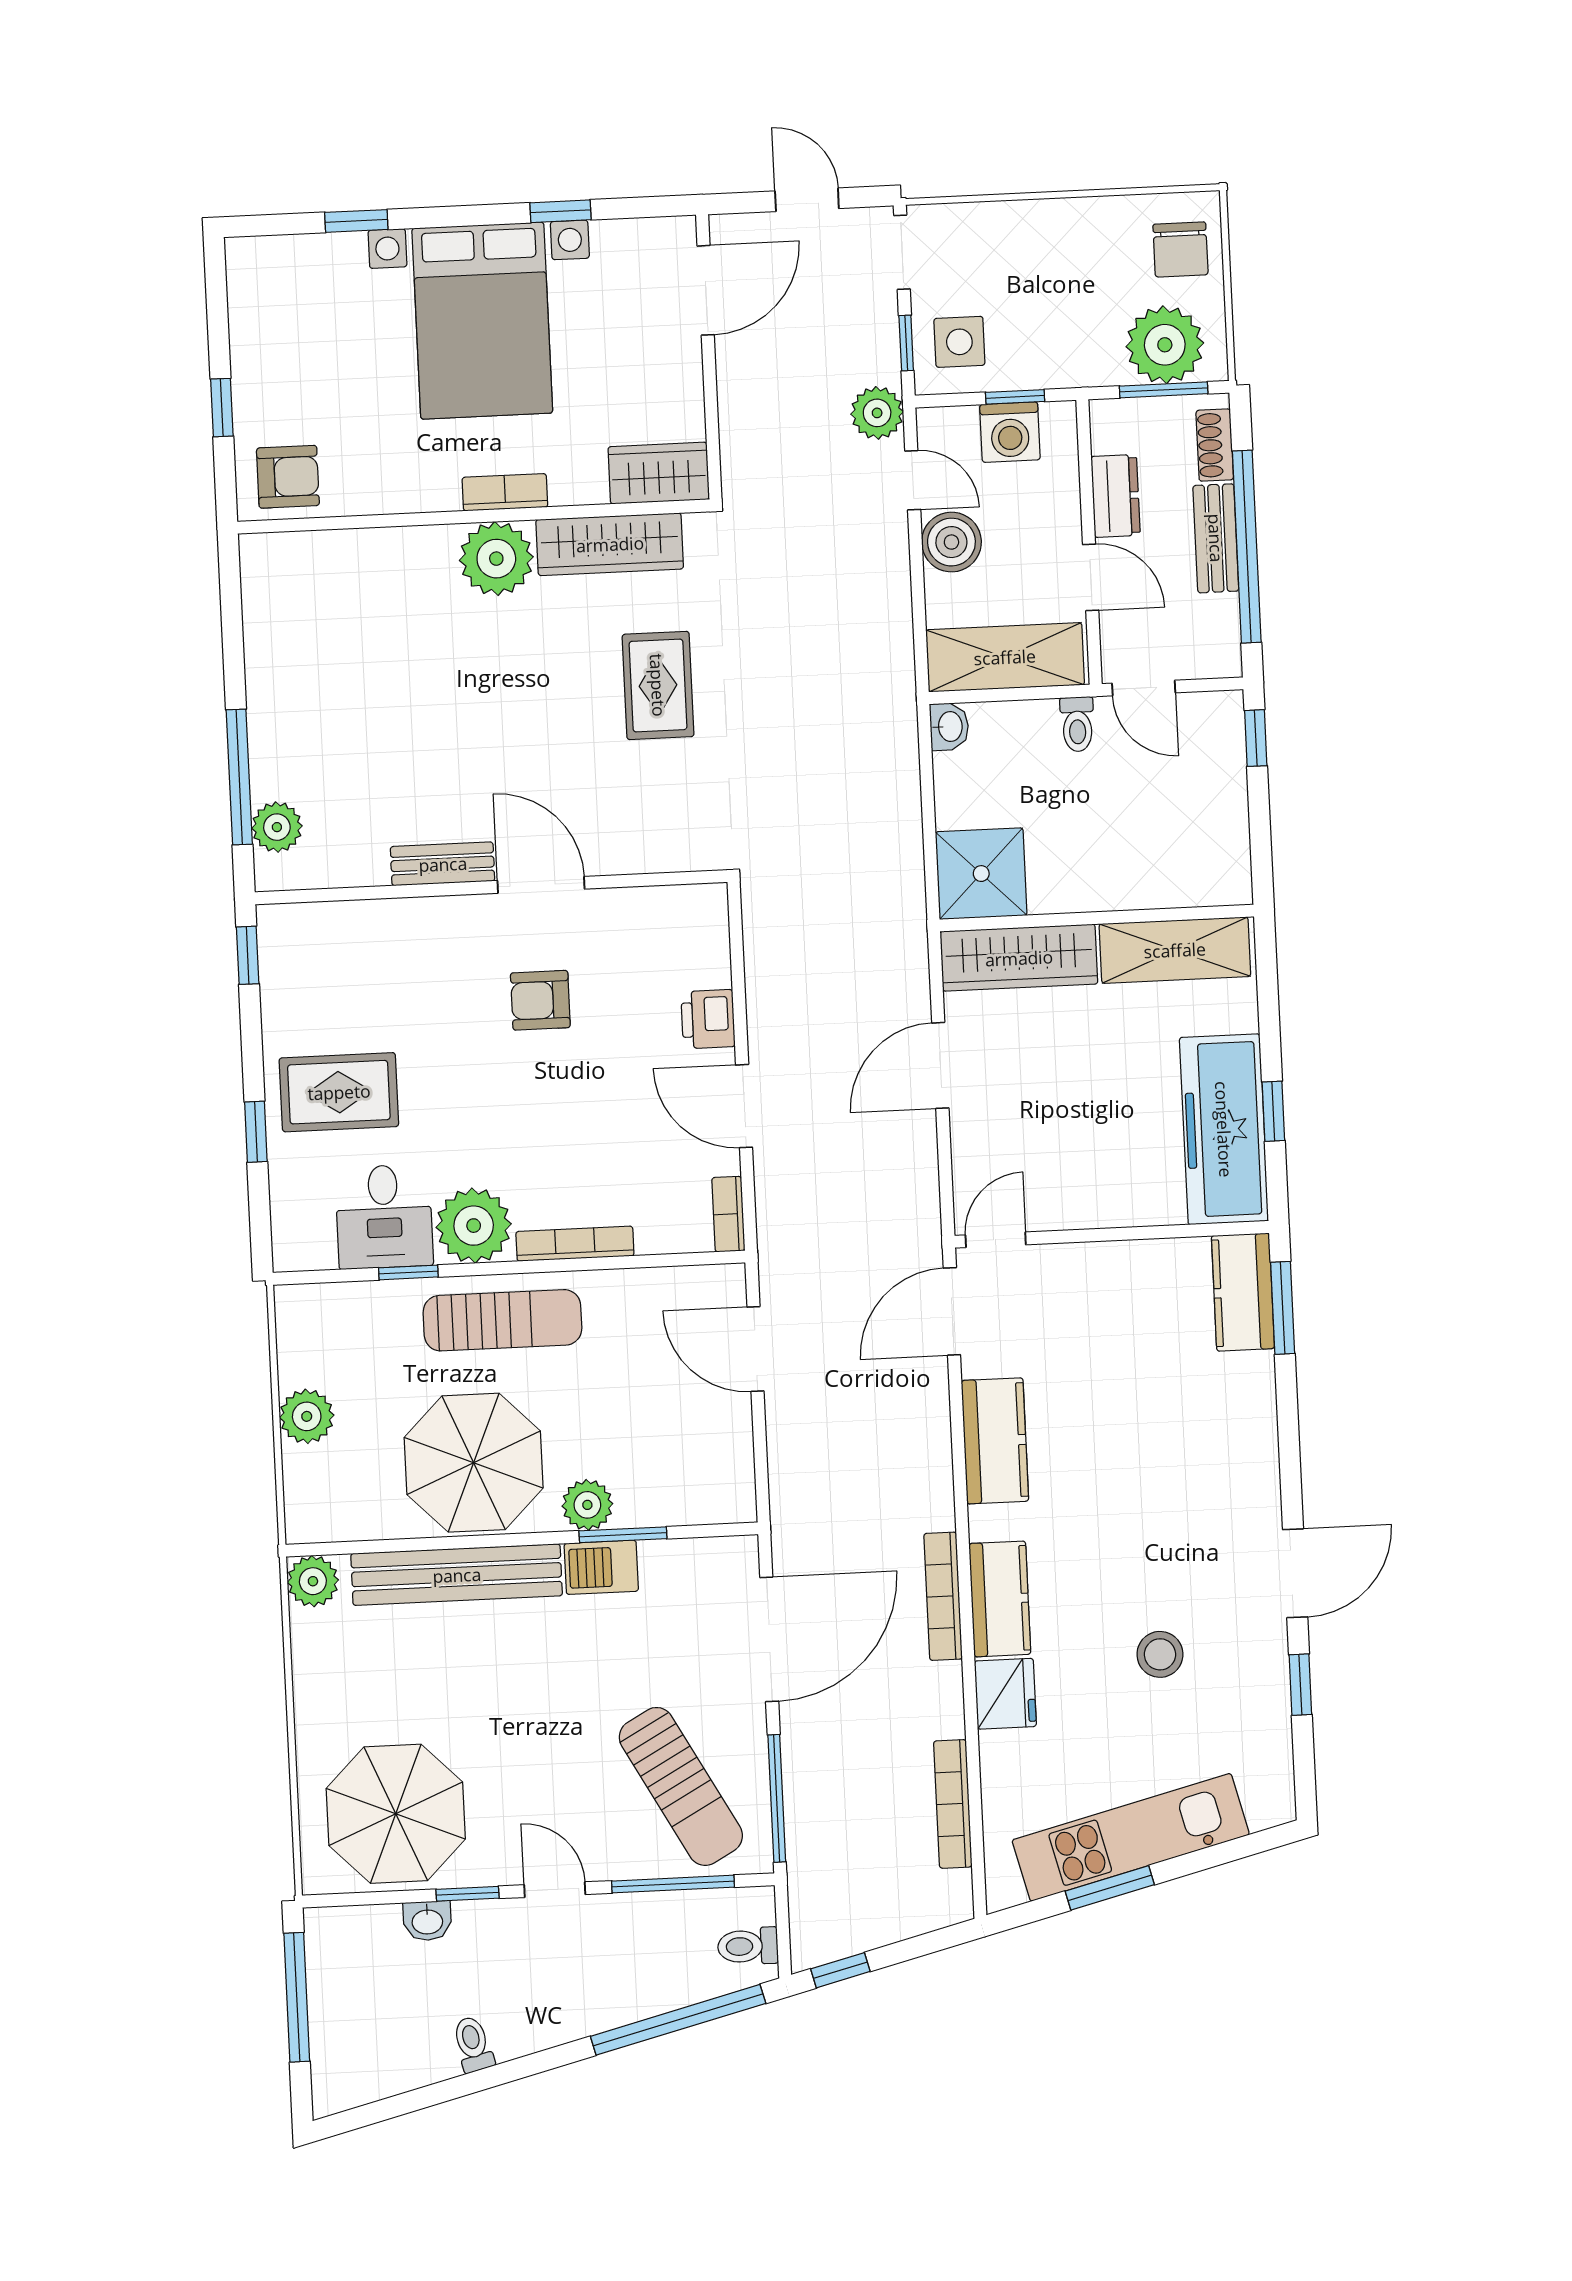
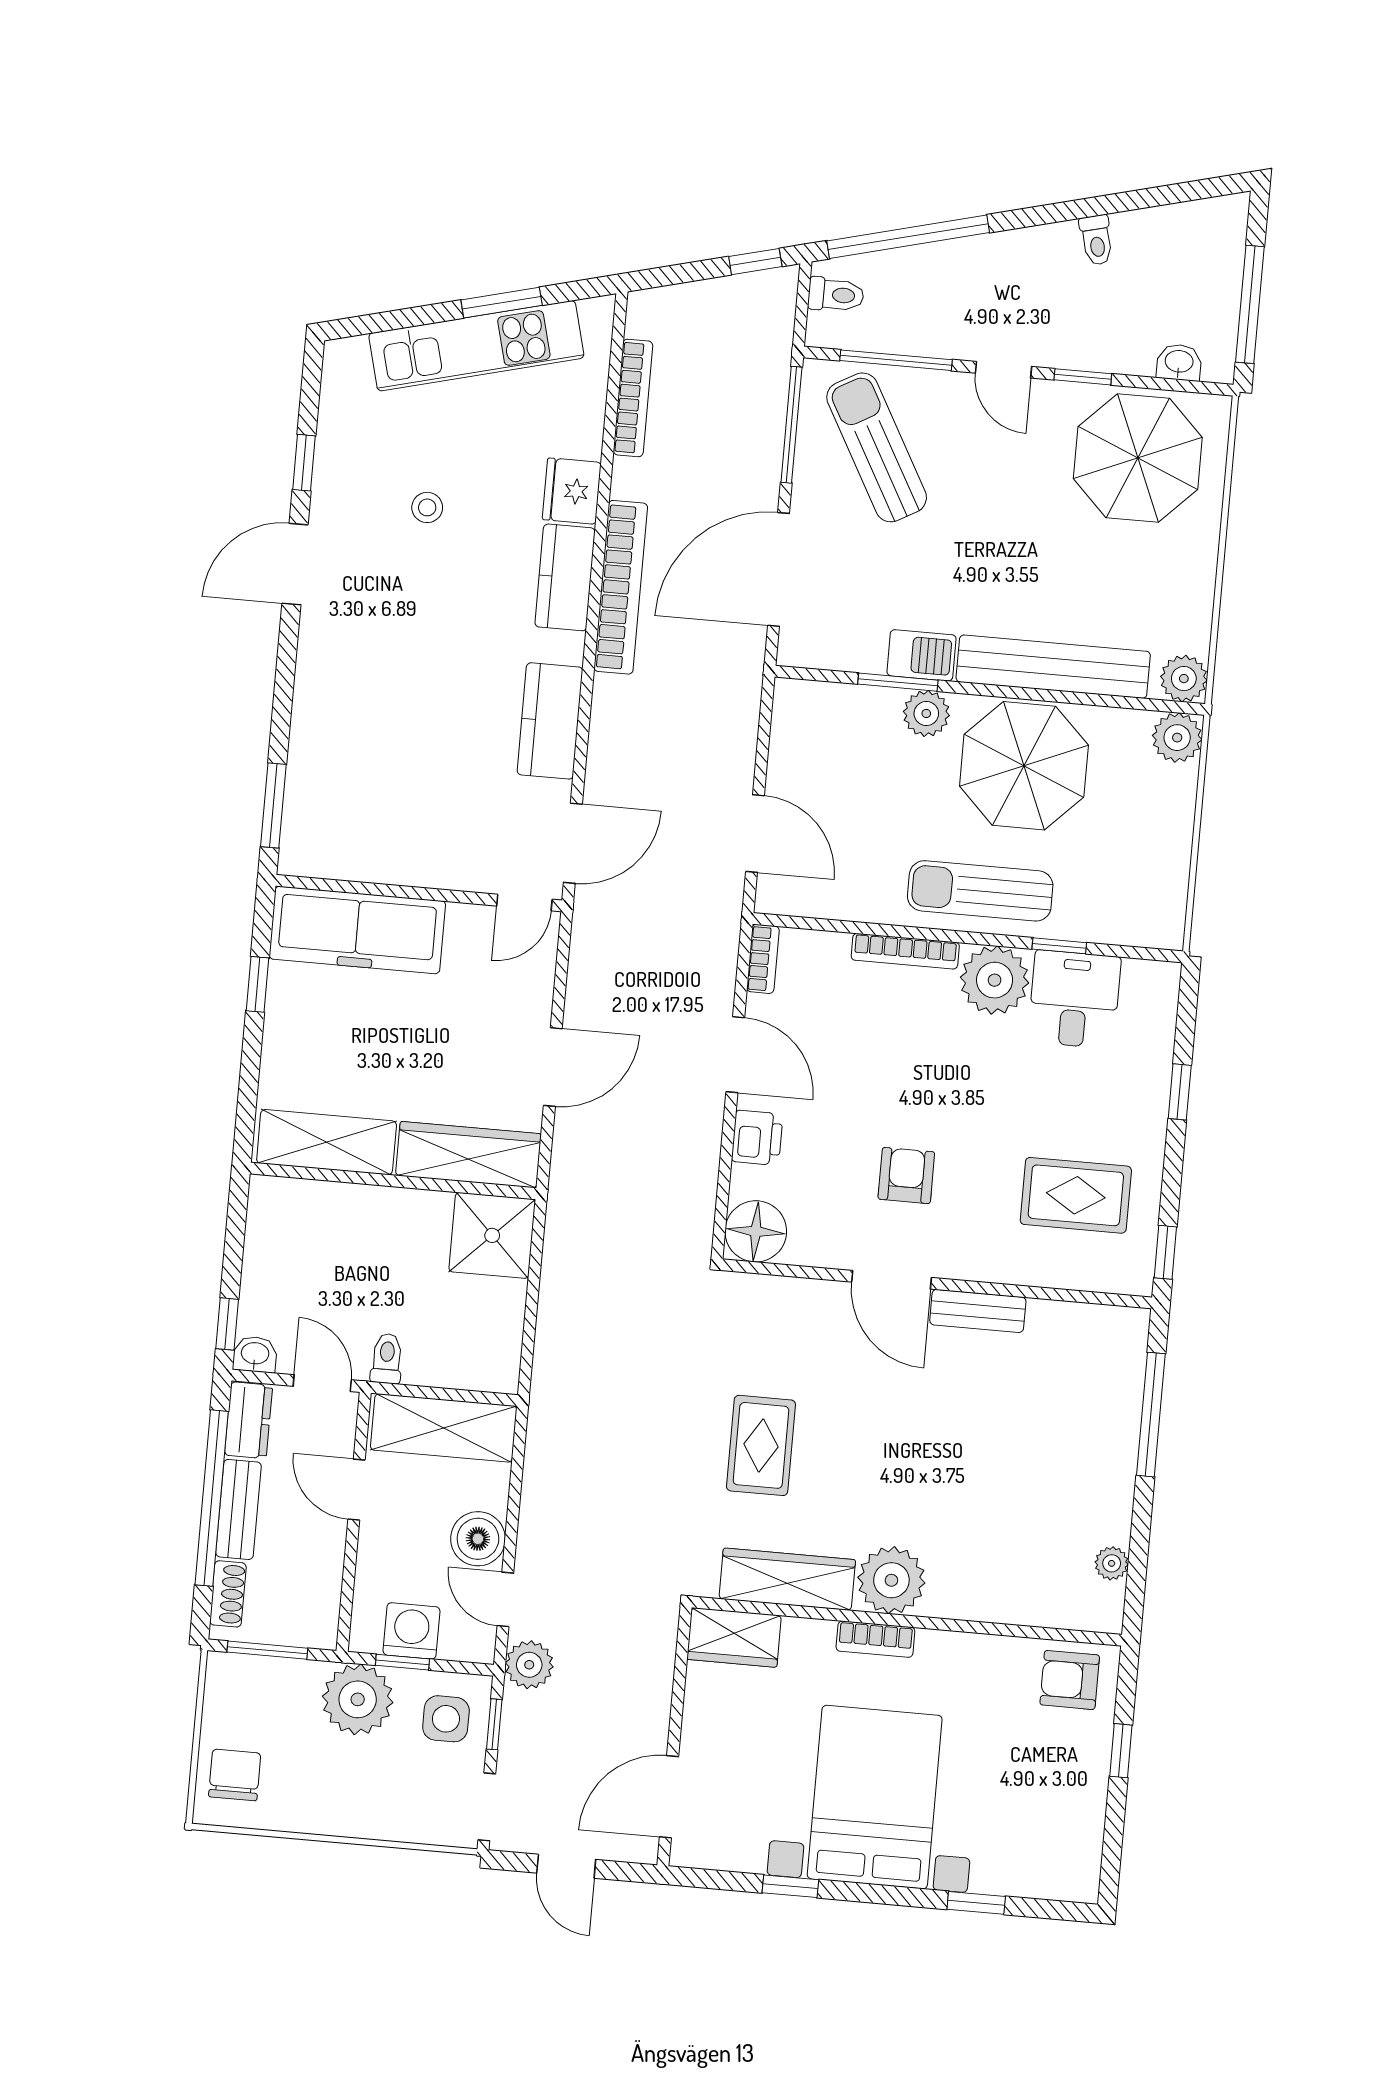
plant: (1165, 345) -> (358, 1699), moved
dresser: (1116, 496) -> (249, 1420), moved, turned 180
washbasin: (949, 727) -> (255, 1354), moved, turned 90
plant: (277, 827) -> (1112, 1563), moved, width x0.73, depth x0.73
floor lamp: (696, 917) -> (756, 1231), added
armchair: (540, 1000) -> (906, 1175), turned -90
rug: (339, 1092) -> (1076, 1195), moved
freezer: (1224, 1129) -> (357, 930), moved, turned 90
kitchen counter: (1243, 1292) -> (307, 825), removed
plant: (307, 1416) -> (1177, 738), moved
bookcase: (943, 1596) -> (621, 587), width x1.48, depth x1.31
stool: (1160, 1654) -> (427, 507), width x0.73, depth x0.73
washbasin: (427, 1921) -> (1179, 362), moved

